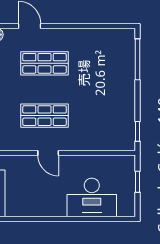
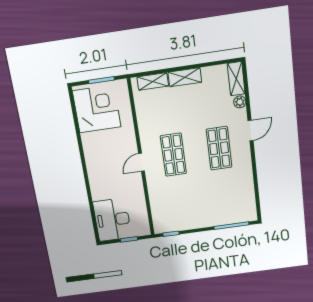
desk: (92, 197) -> (112, 220), moved

